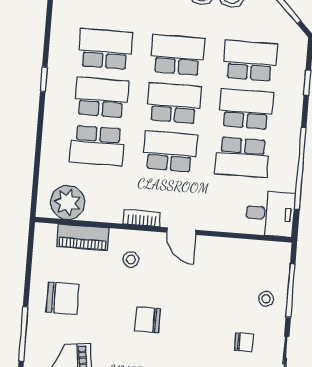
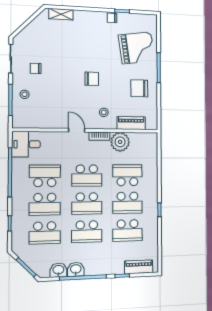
plant: (68, 202) -> (120, 142), moved

